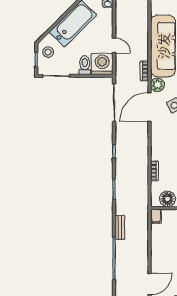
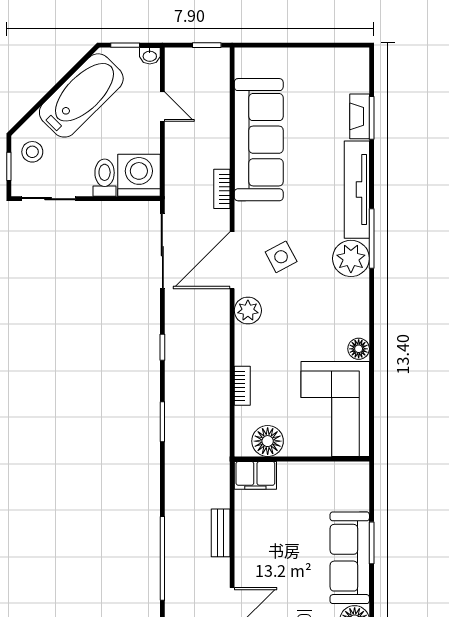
door: (114, 45) -> (162, 107), moved
plant: (157, 85) -> (248, 310), moved
filing cabinet: (156, 216) -> (255, 475), width x2.00
bench: (120, 227) -> (221, 533), moved

